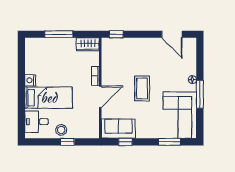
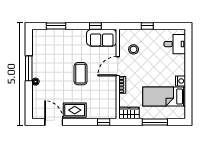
rug: (149, 48) -> (75, 110), added
bed: (49, 98) -> (164, 97), moved
corner sofa: (180, 115) -> (47, 50), removed
stool: (61, 130) -> (134, 49), moved

